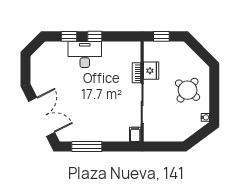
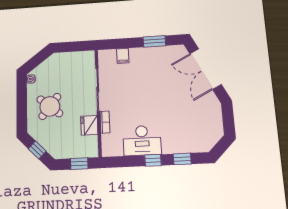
window: (200, 50) -> (37, 150), added
desk: (85, 54) -> (142, 140), moved
filing cabinet: (135, 134) -> (123, 56), moved
window: (87, 146) -> (154, 41), width x0.69

